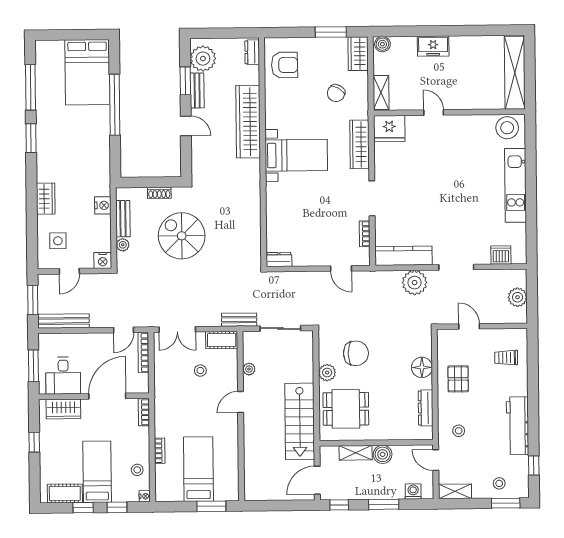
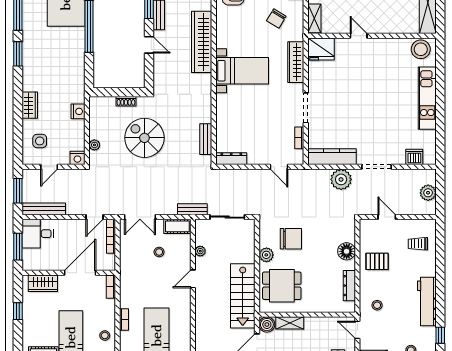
bench: (123, 219) -> (206, 139), moved
dresser: (279, 259) -> (231, 159), width x1.44
desk: (63, 376) -> (38, 234), moved, turned 90
pallet: (458, 379) -> (377, 261), turned 90
boiler: (383, 454) -> (267, 325), moved

